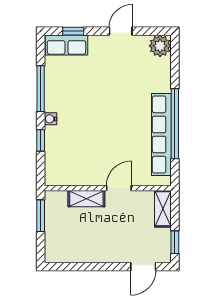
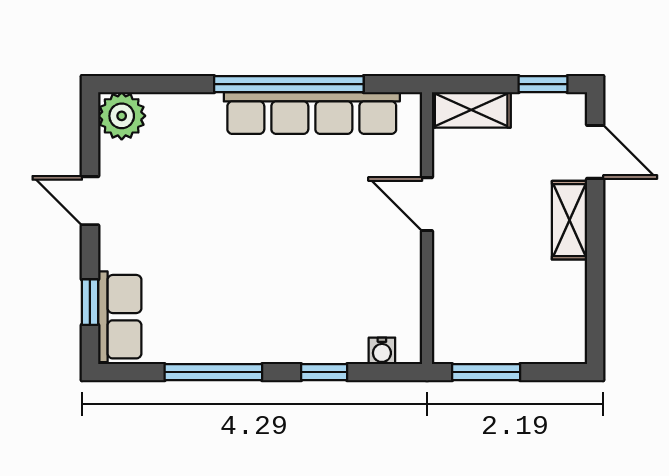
water cooler: (51, 119) -> (382, 351), moved
shelving: (86, 199) -> (569, 220), moved

